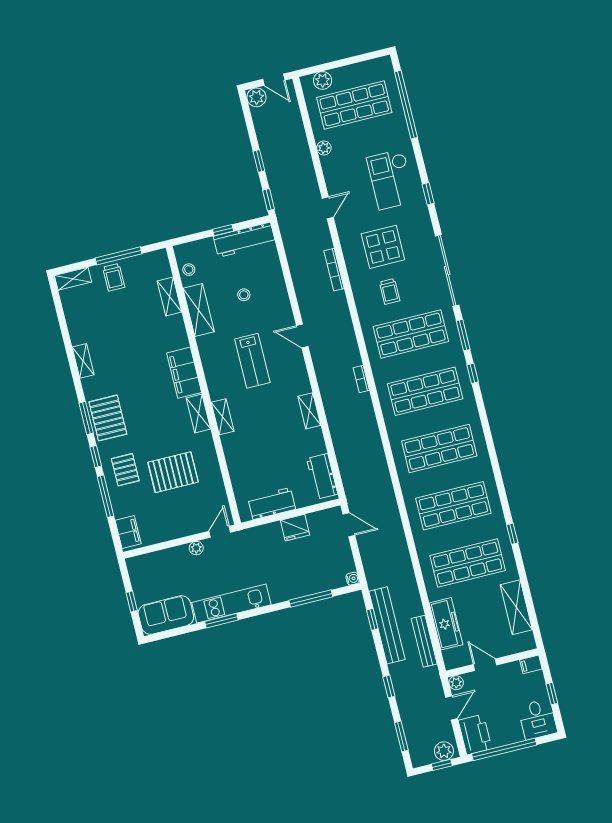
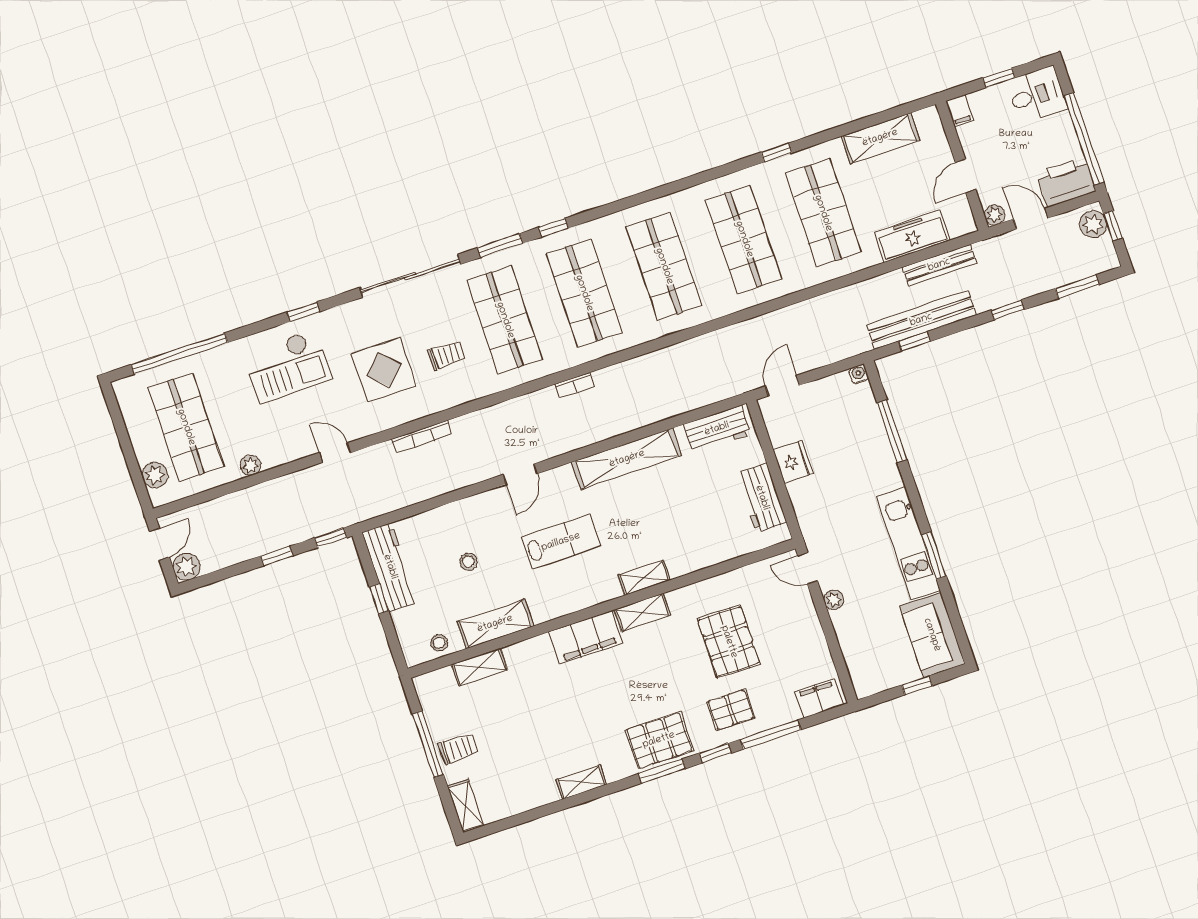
shelving: (309, 411) -> (627, 459), width x2.20, depth x1.33

